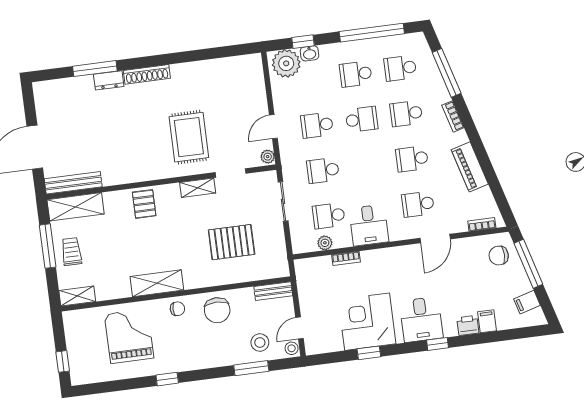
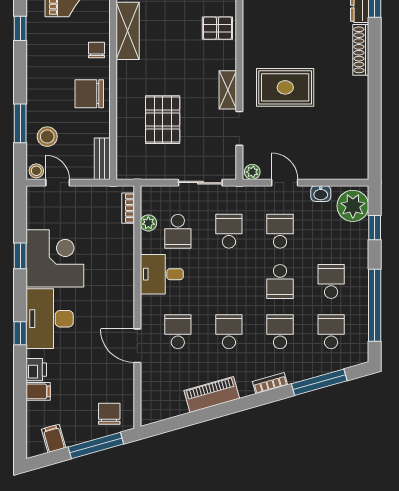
washbasin: (310, 53) -> (321, 194), moved, turned -90
school desk: (329, 216) -> (178, 231), turned 180
bookcase: (482, 224) -> (146, 400), removed
bookcase: (346, 258) -> (128, 208), moved
chair: (177, 309) -> (97, 50), turned 180
desk: (421, 319) -> (50, 319), width x1.37

